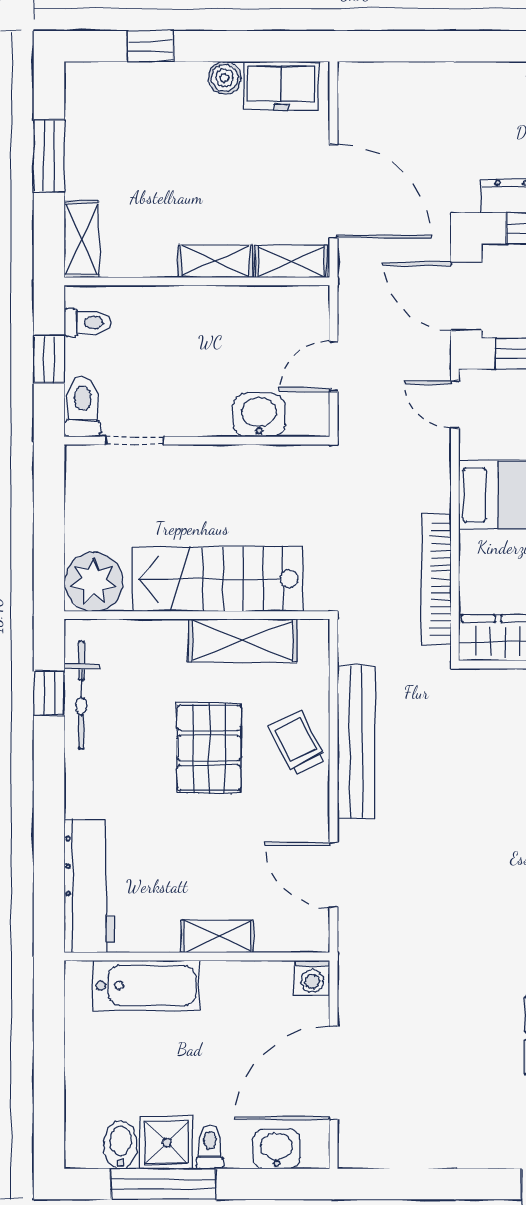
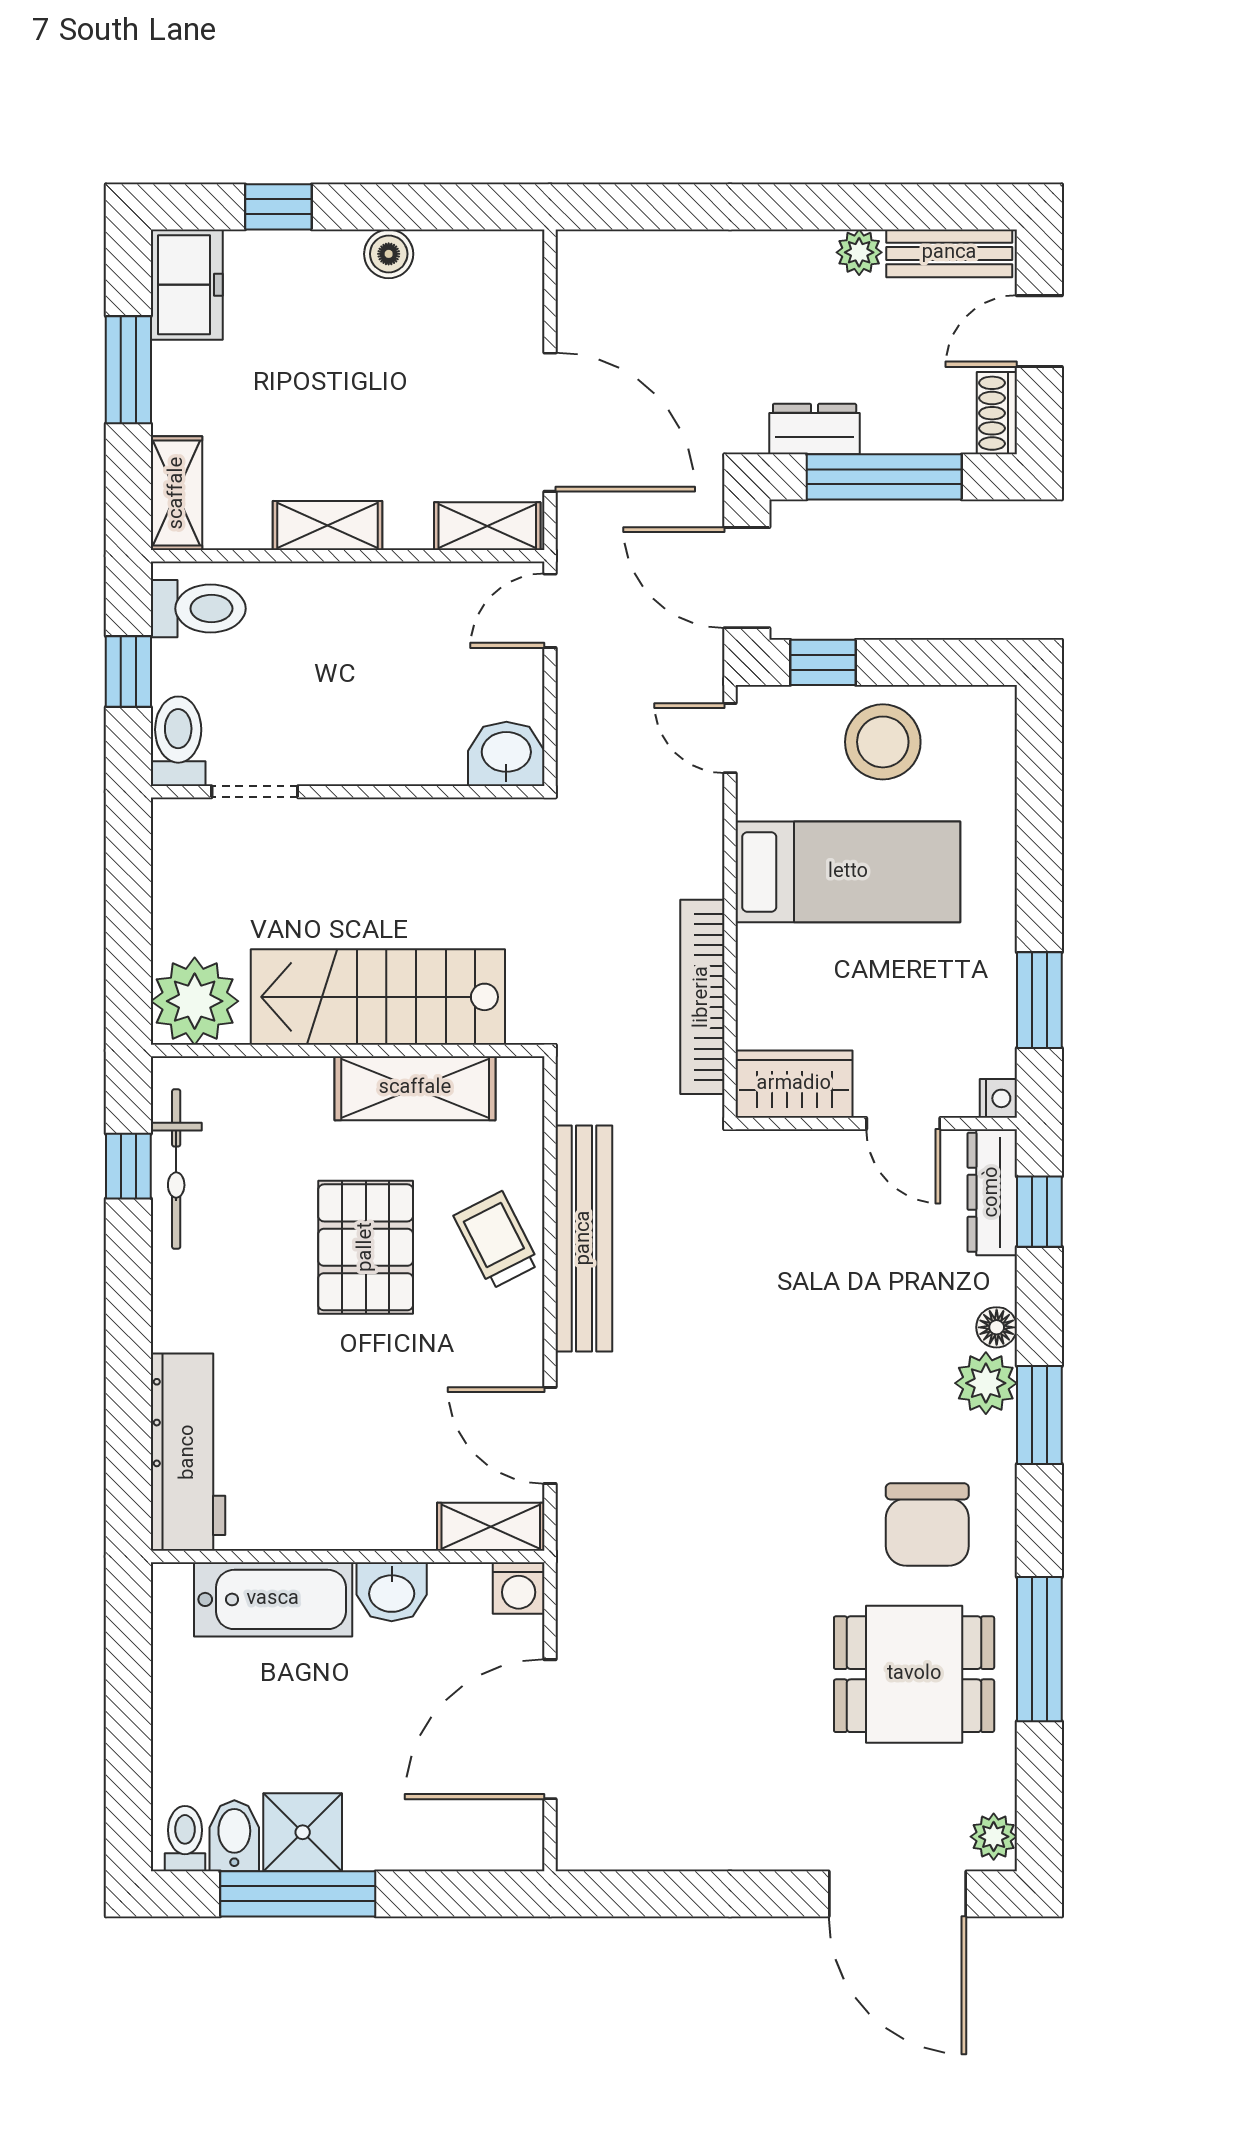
freezer: (281, 86) -> (187, 285), moved, turned -90
shelving: (215, 261) -> (328, 525), moved
toilet: (87, 322) -> (198, 609), width x1.37, depth x1.39
door: (333, 366) -> (550, 611), moved
washbasin: (259, 415) -> (506, 754), moved
shelving: (217, 936) -> (491, 1527), moved
toilet: (210, 1147) -> (185, 1839), moved
washbasin: (277, 1149) -> (392, 1592), moved, turned 180

